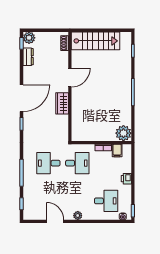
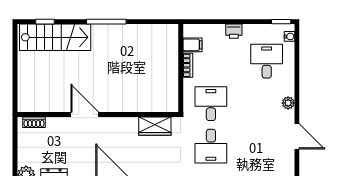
stairs: (96, 41) -> (55, 37), moved, turned 90
wardrobe: (62, 103) -> (155, 126), moved
plant: (123, 133) -> (167, 35), removed
door: (55, 221) -> (297, 136), swing flipped

